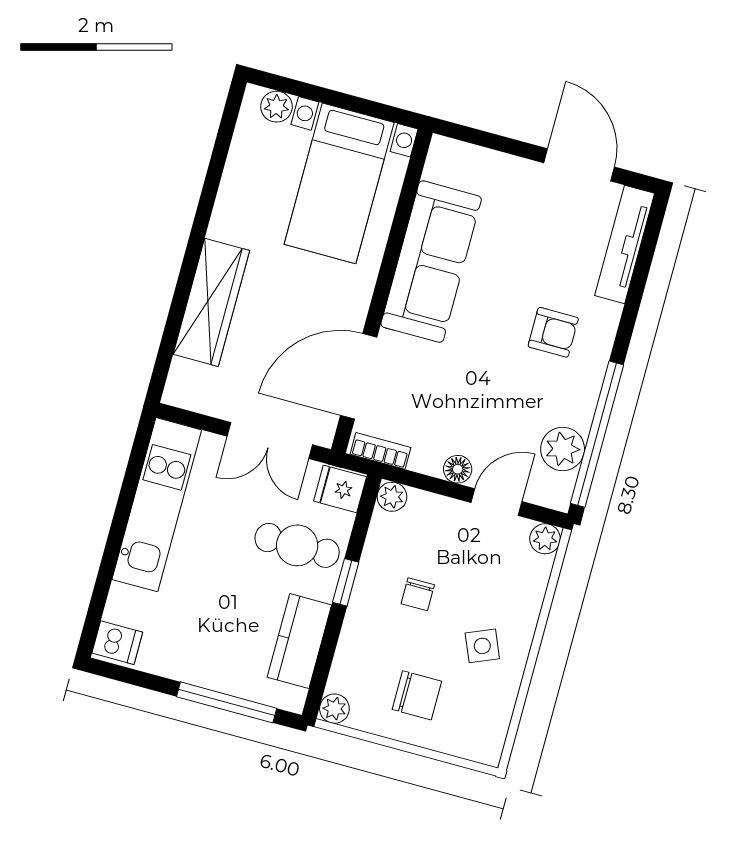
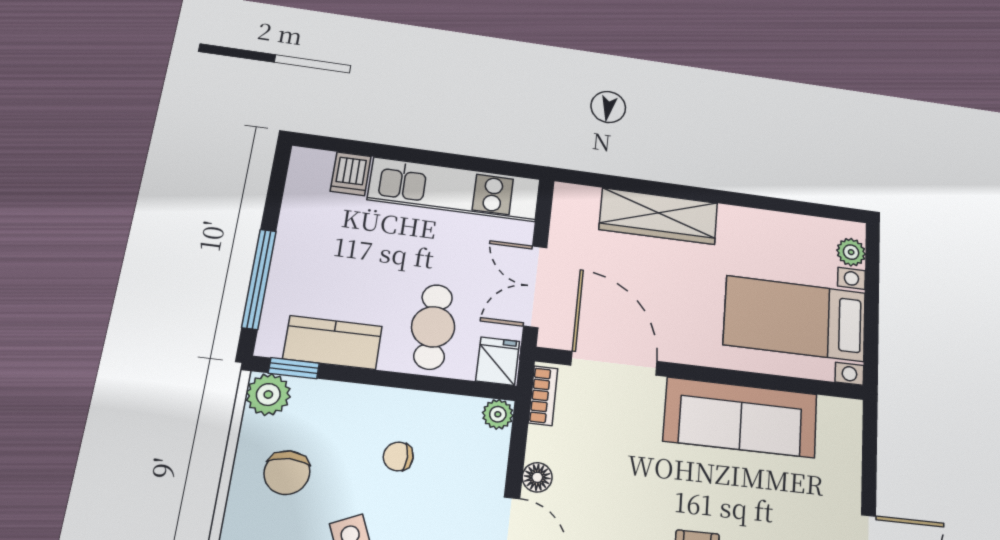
window: (346, 582) -> (294, 368), moved
dishwasher: (117, 643) -> (351, 174), moved
plant: (334, 709) -> (268, 394), width x1.38, depth x1.38

